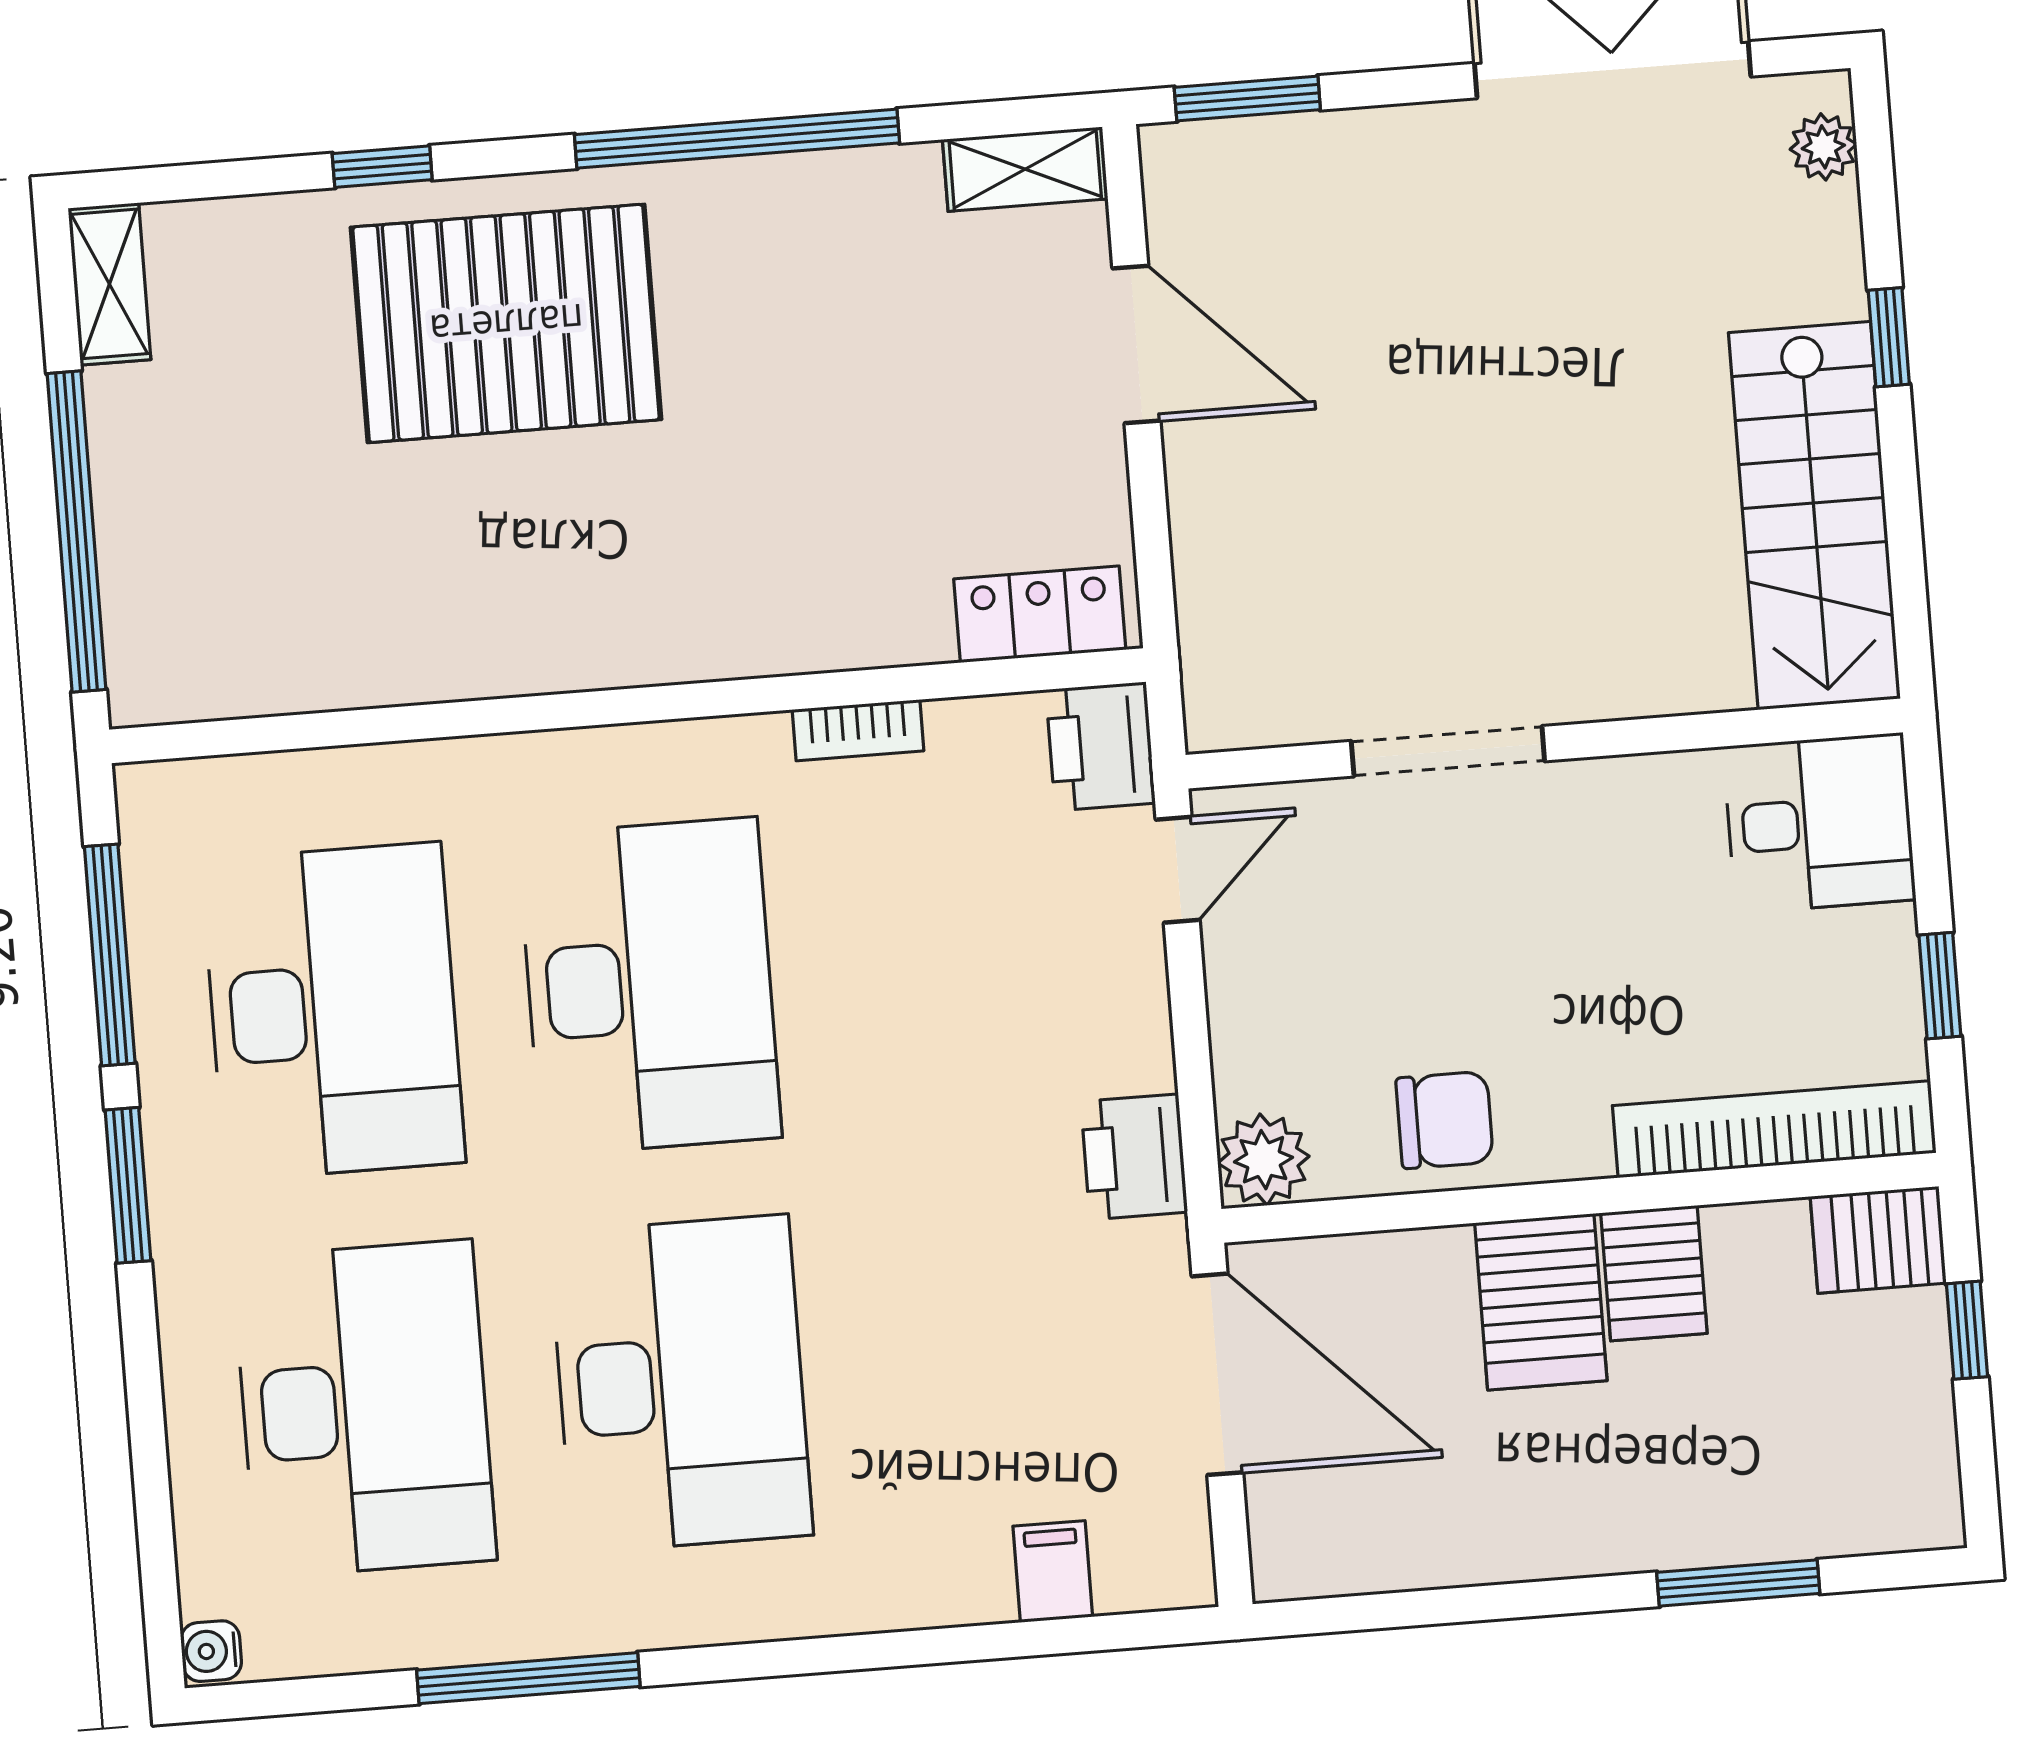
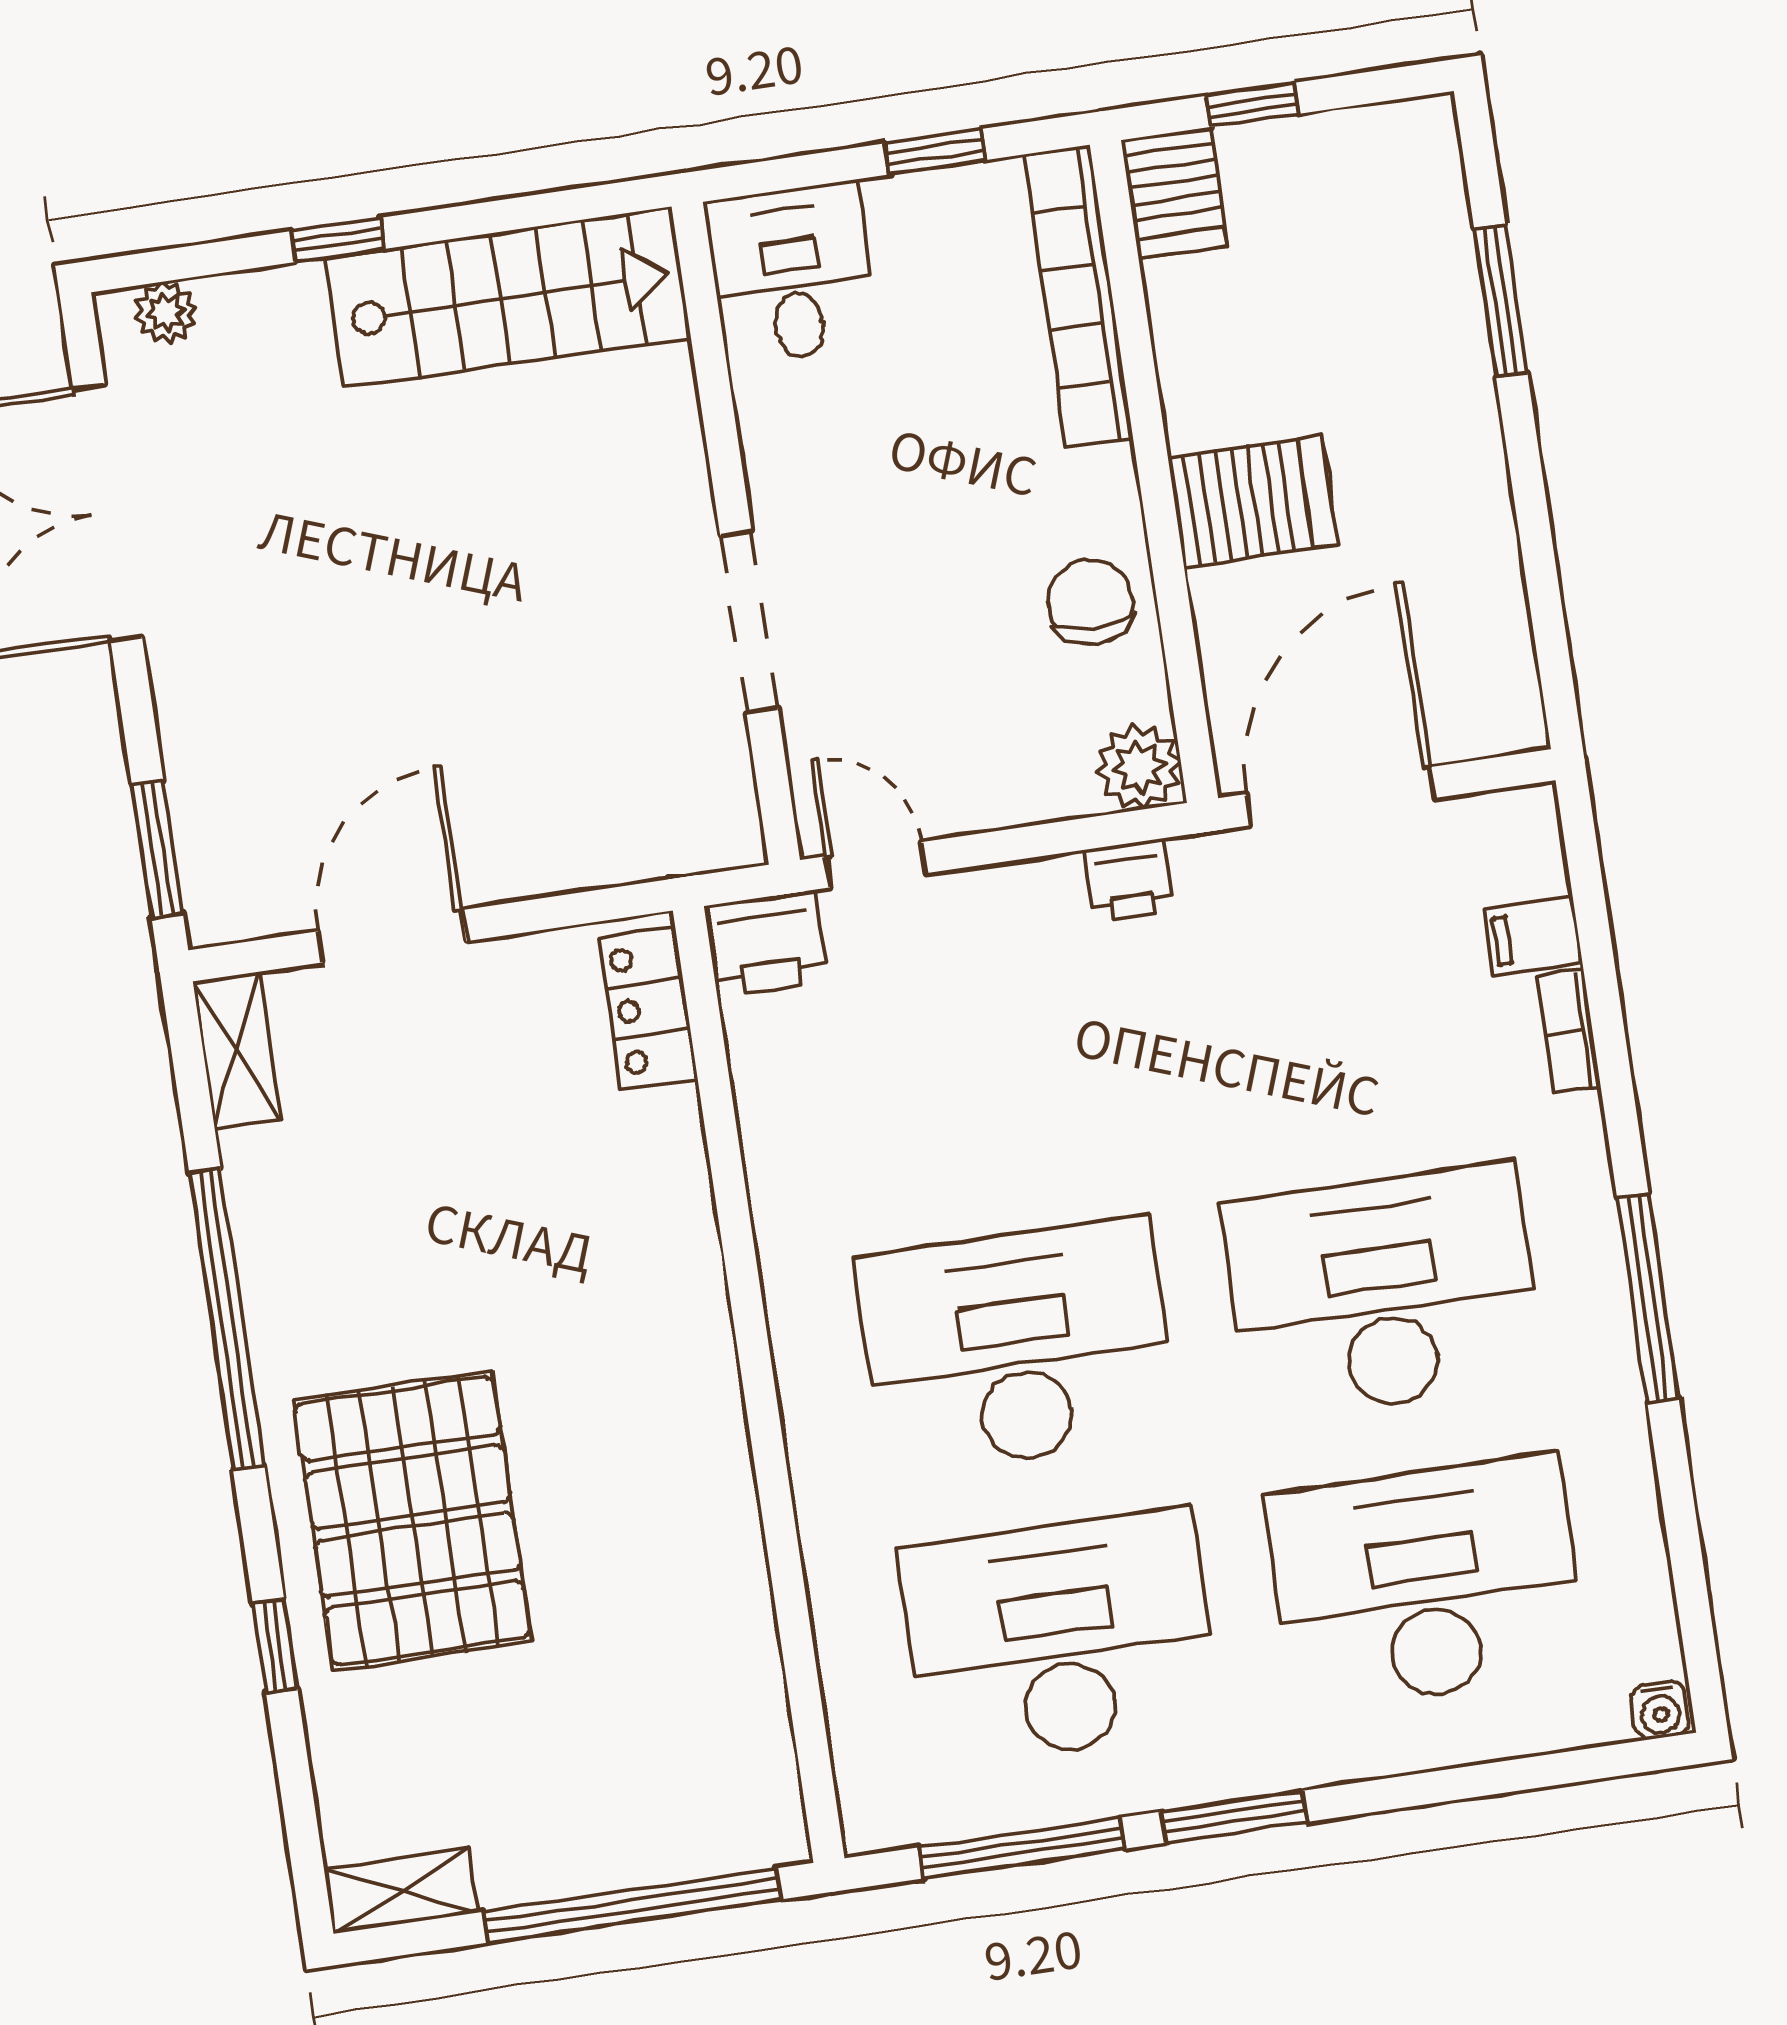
bookcase: (858, 730) -> (1569, 1031), moved, turned 180
printer: (1134, 1157) -> (1128, 880), width x0.73, depth x0.81
server rack: (1654, 1273) -> (1219, 398), removed
window: (528, 1678) -> (1648, 1298), moved

